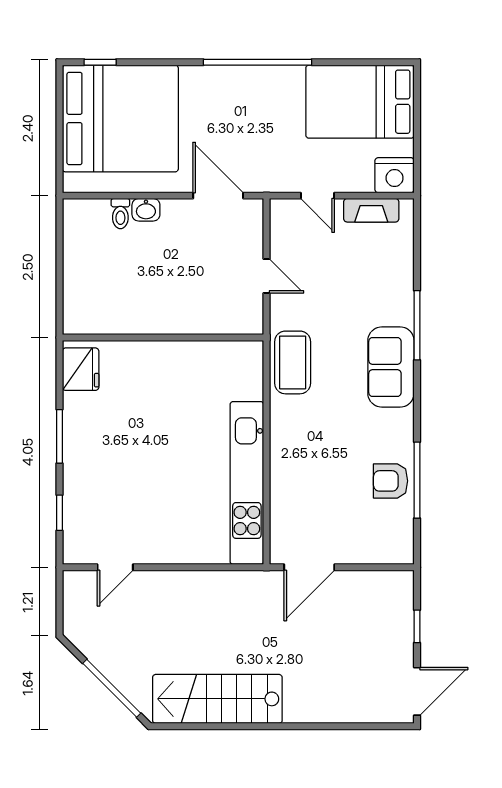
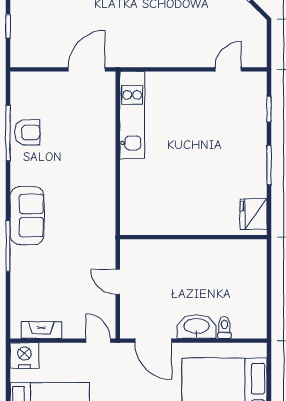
door: (317, 196) -> (98, 341), moved
washbasin: (146, 210) -> (196, 327), width x1.91, depth x1.45
coffee table: (293, 362) -> (99, 219), removed
kitchen unit: (247, 483) -> (132, 115), width x0.73

